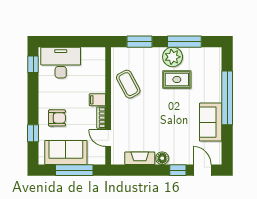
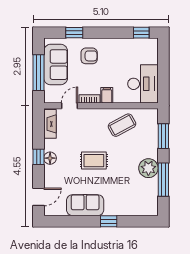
desk: (61, 63) -> (143, 84), moved
rug: (177, 80) -> (94, 161), moved, turned 90
window: (227, 98) -> (109, 221), width x0.32
armchair: (57, 118) -> (89, 56), turned -90
fireplace: (140, 158) -> (50, 124), moved
window: (178, 170) -> (38, 157), moved

